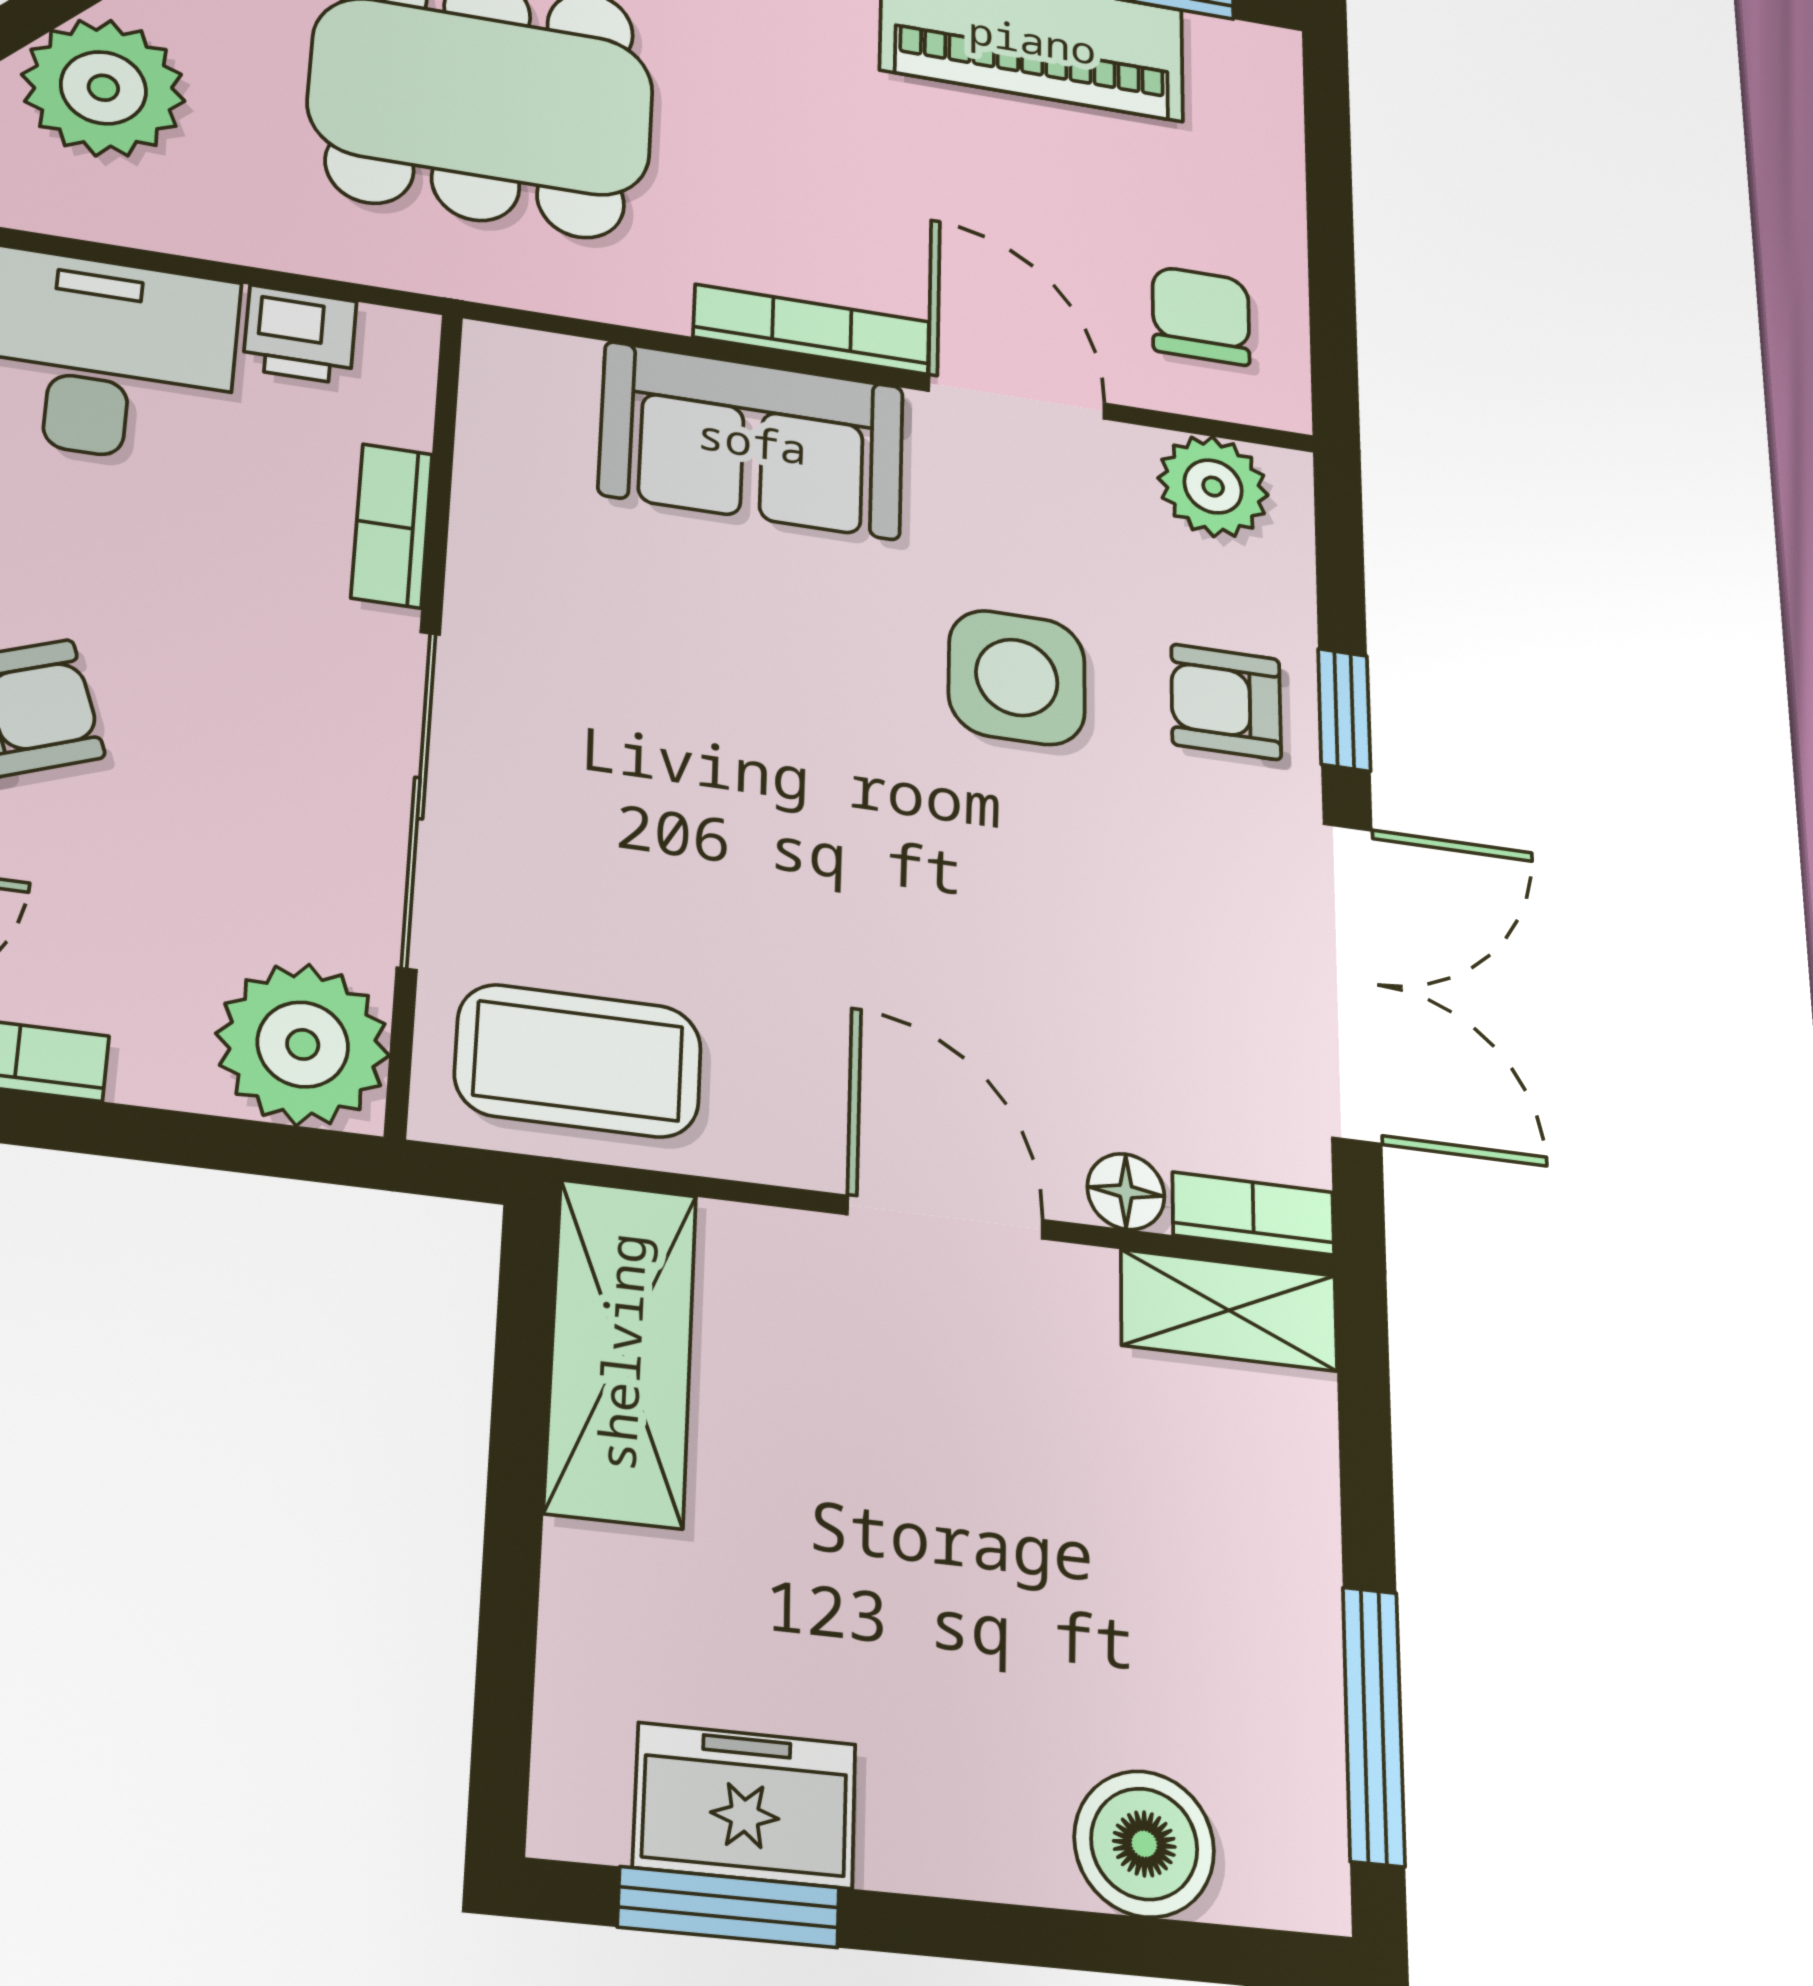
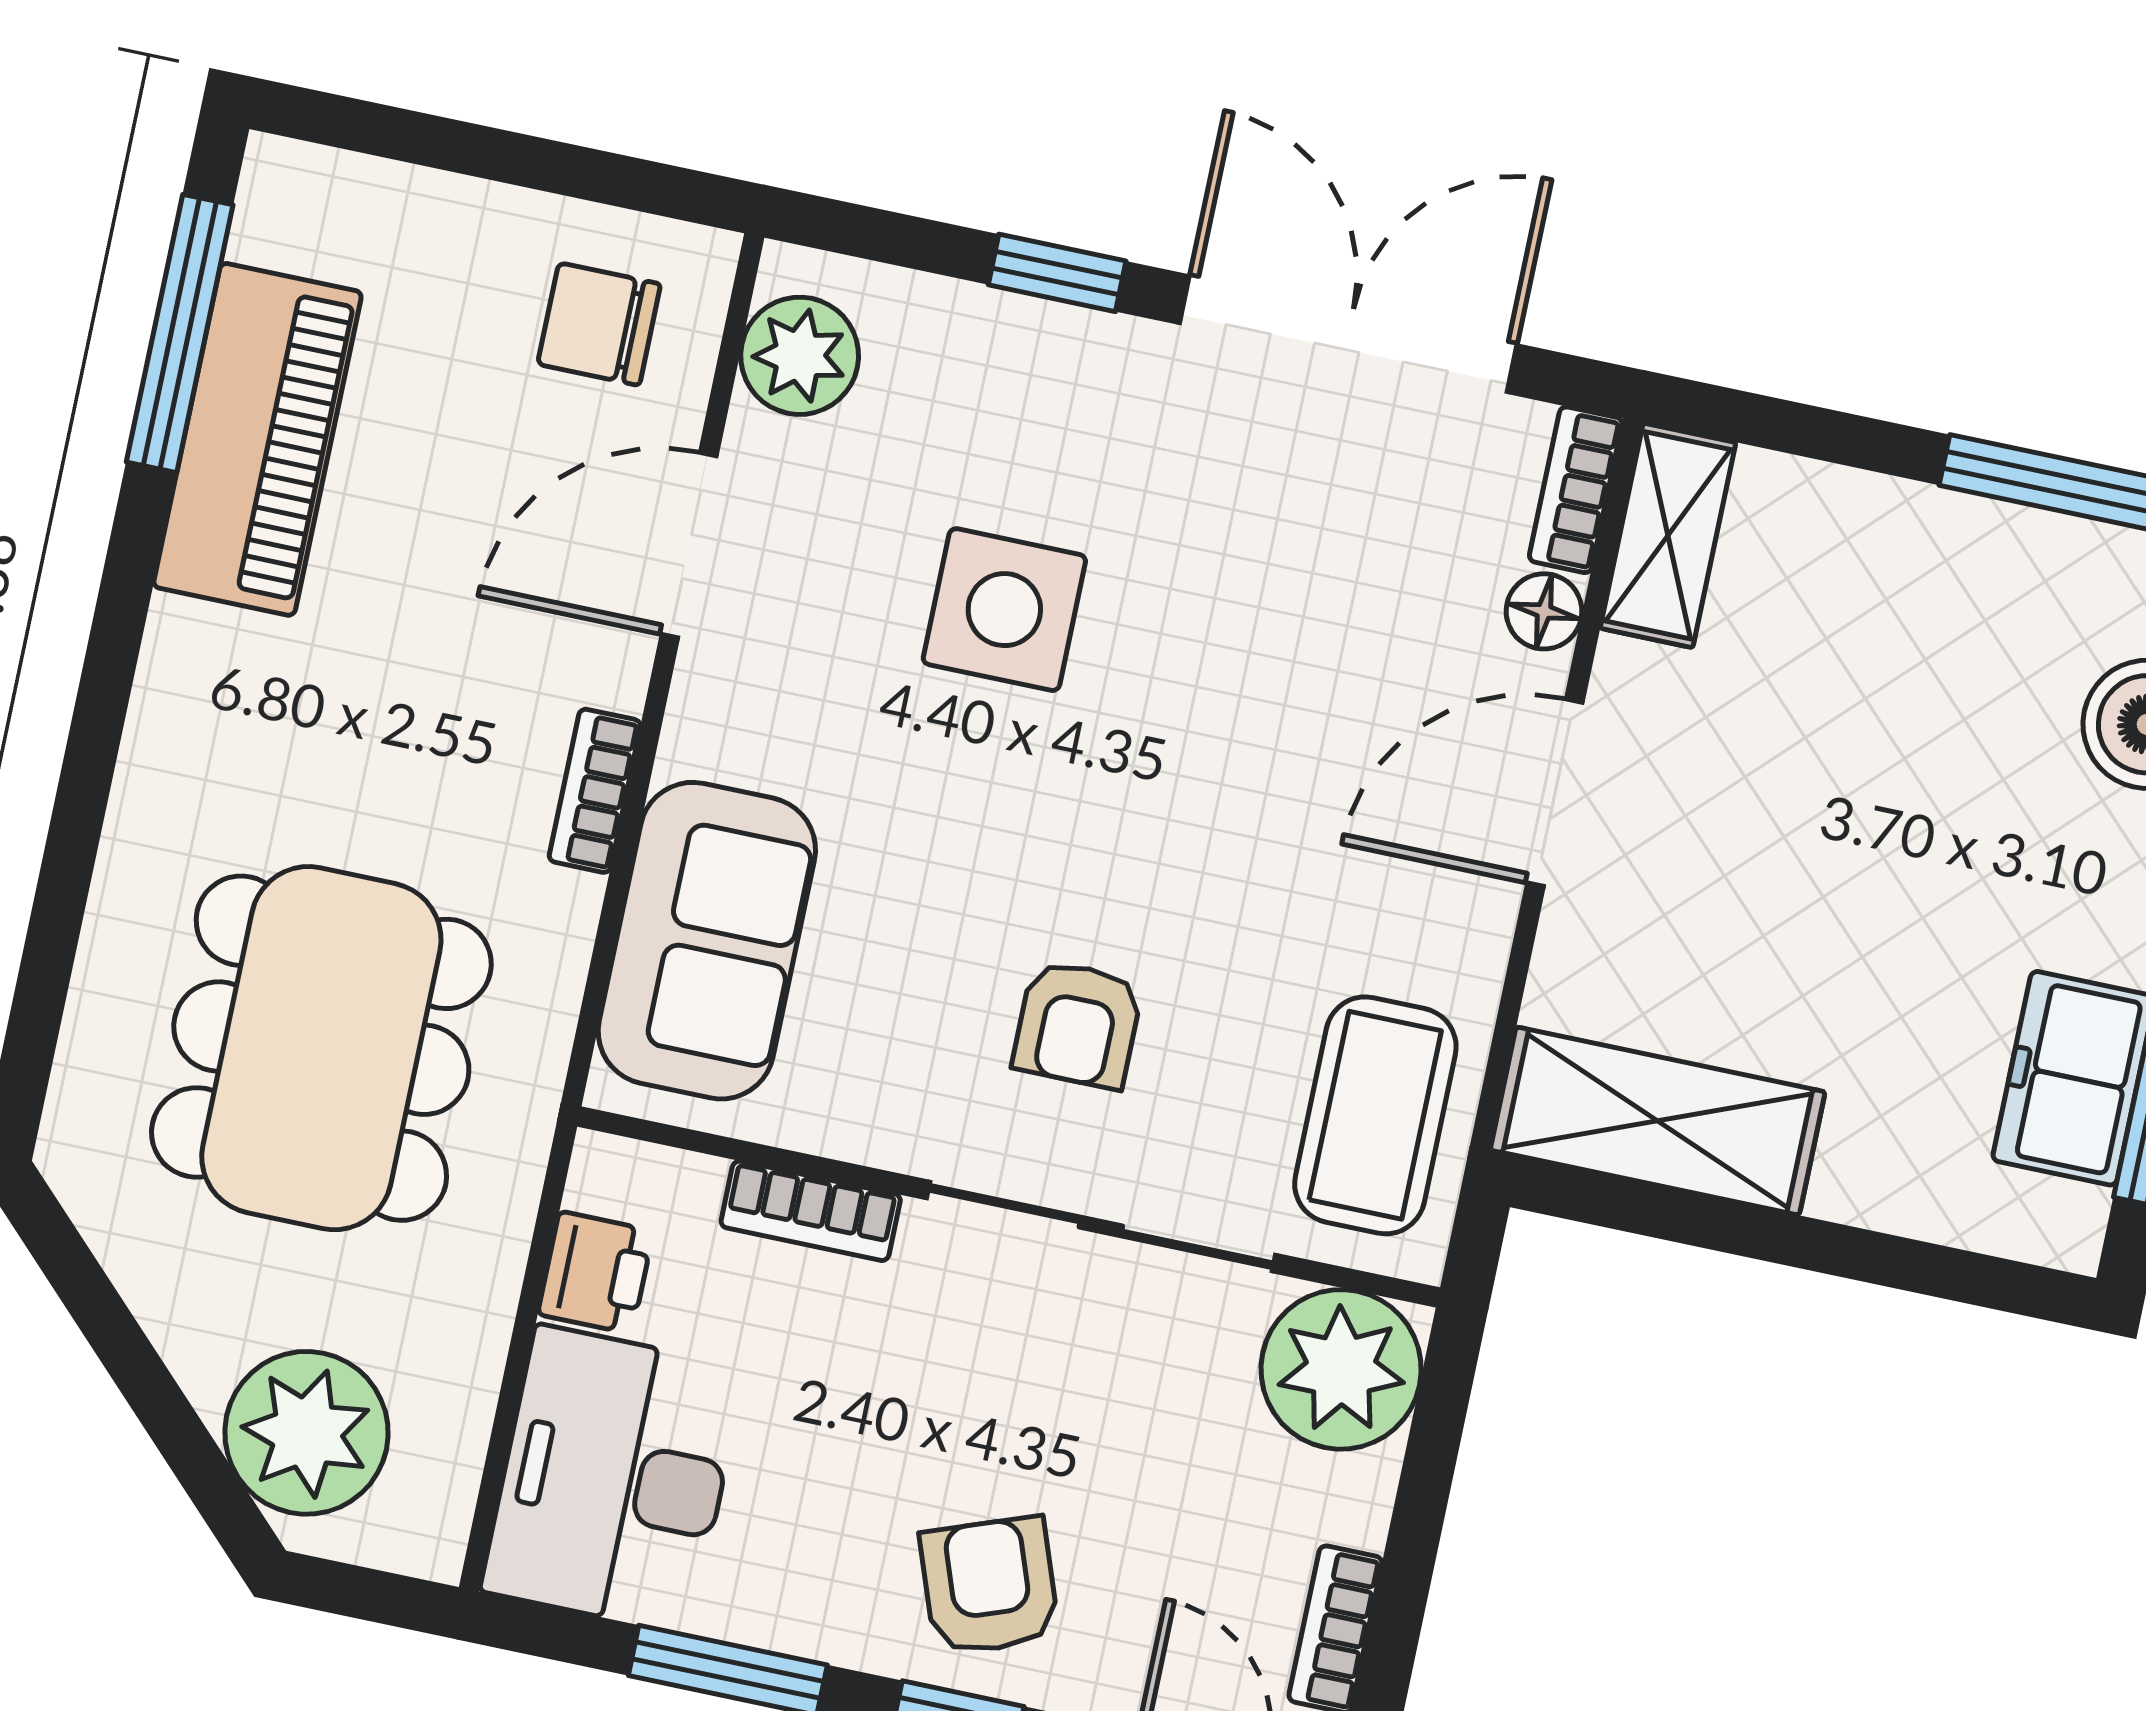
bookcase: (812, 329) -> (595, 791), width x0.64
sofa: (752, 441) -> (707, 941), moved
armchair: (1226, 702) -> (1078, 1024), moved

